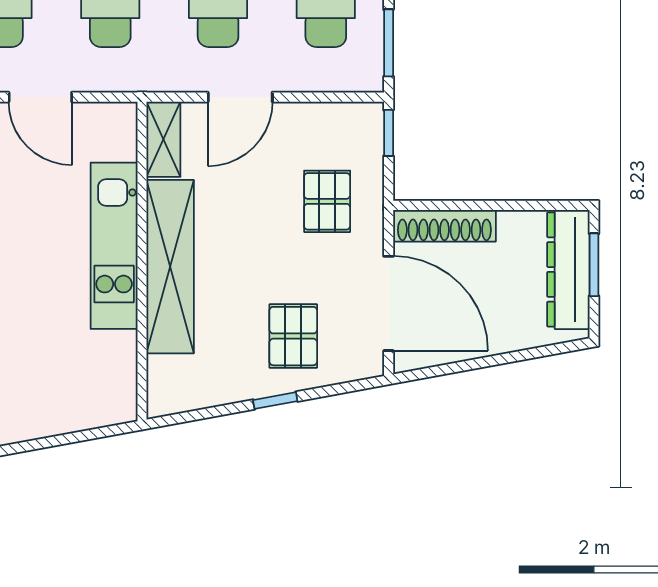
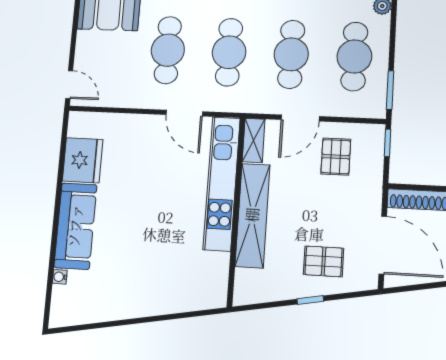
pallet: (327, 201) -> (336, 157), moved
kitchen unit: (114, 246) -> (222, 184), width x1.36
pallet: (293, 336) -> (324, 261), turned 90

